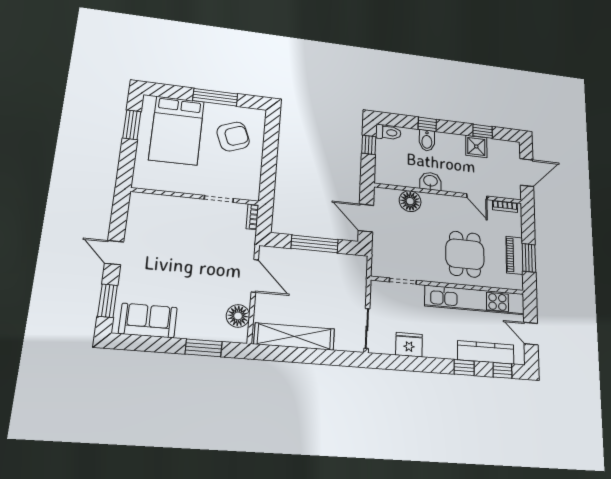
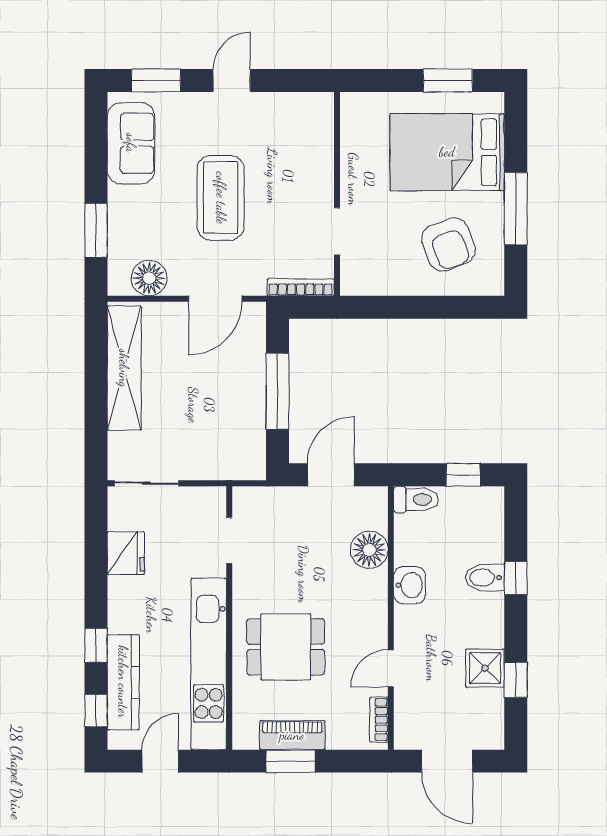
toilet: (388, 132) -> (416, 500), moved, turned -90
bookcase: (252, 217) -> (301, 287), width x1.56
coffee table: (190, 267) -> (221, 198), added

